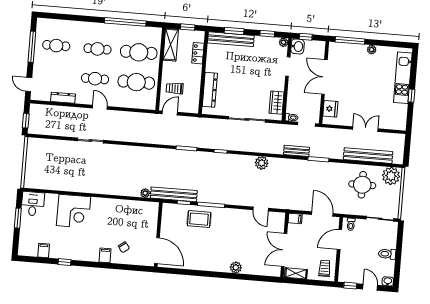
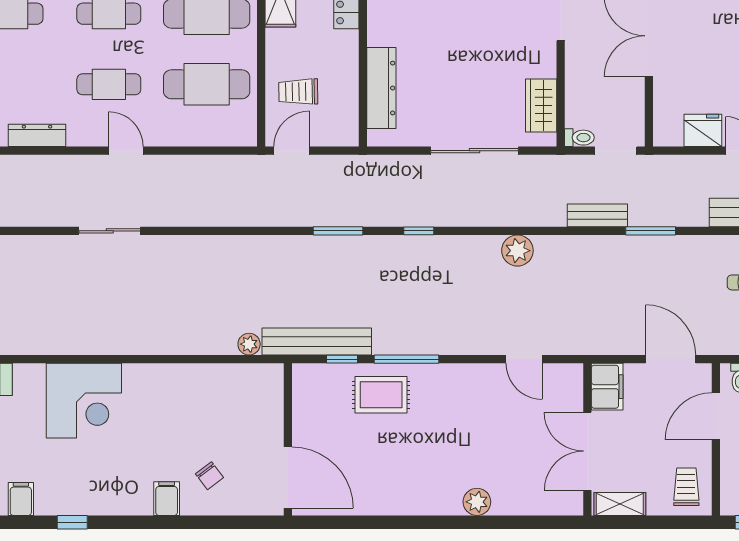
fridge: (330, 109) -> (703, 130), moved, turned -90
filing cabinet: (295, 219) -> (607, 387), width x2.00

